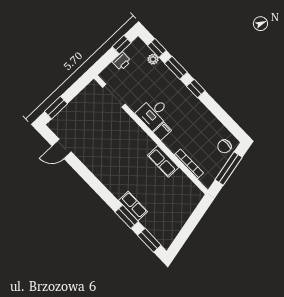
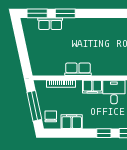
filing cabinet: (212, 125) -> (72, 122), added
filing cabinet: (162, 131) -> (92, 87), width x2.00
row of seats: (133, 206) -> (50, 24), moved

